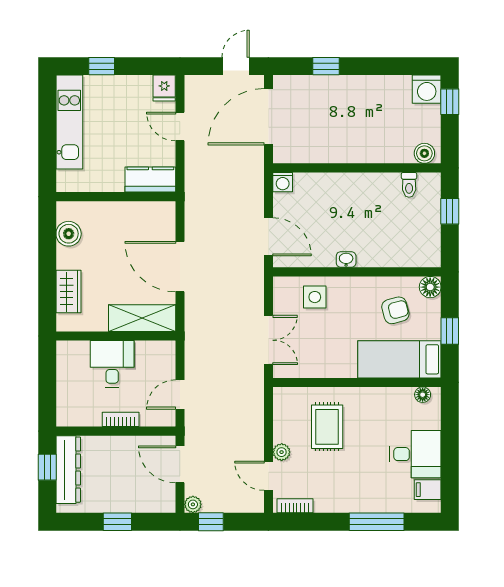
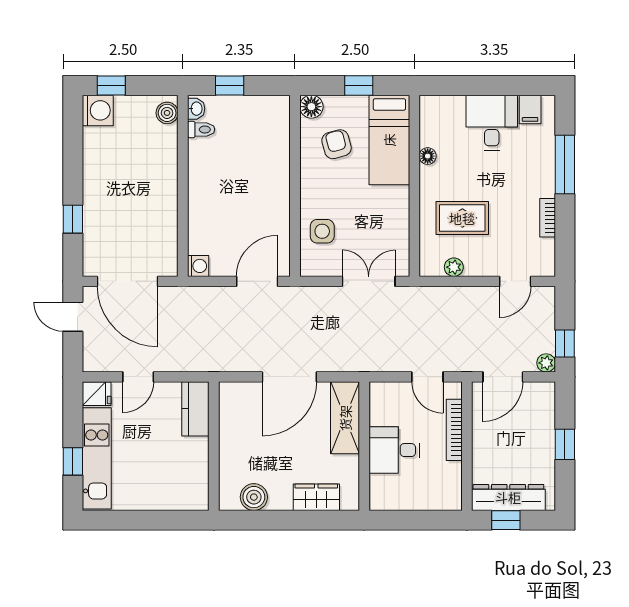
kitchen unit: (69, 122) -> (97, 458), moved, turned 90
washbasin: (346, 259) -> (196, 109), moved, turned 180
floor lamp: (423, 395) -> (428, 156), moved
bookcase: (121, 419) -> (454, 430), width x1.56
plant: (282, 452) -> (454, 267), moved
bookcase: (295, 506) -> (548, 218), moved

